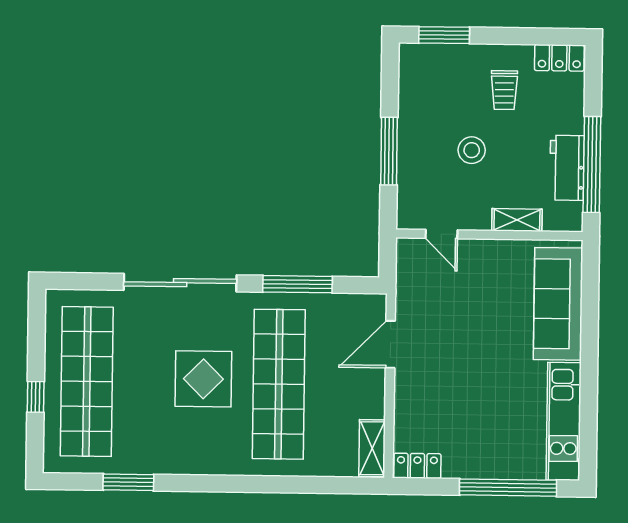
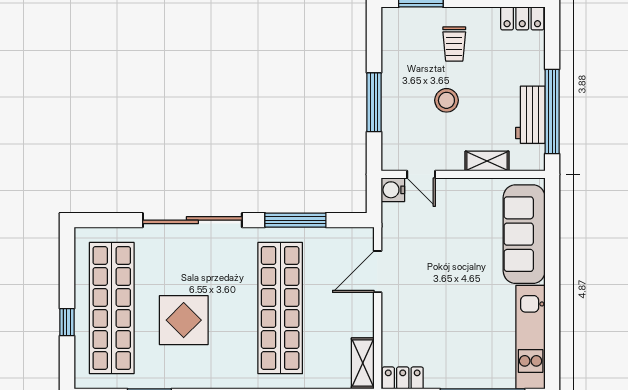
trolley: (504, 90) -> (454, 44), moved
water cooler: (409, 251) -> (393, 190), added
display table: (203, 379) -> (184, 320), moved

